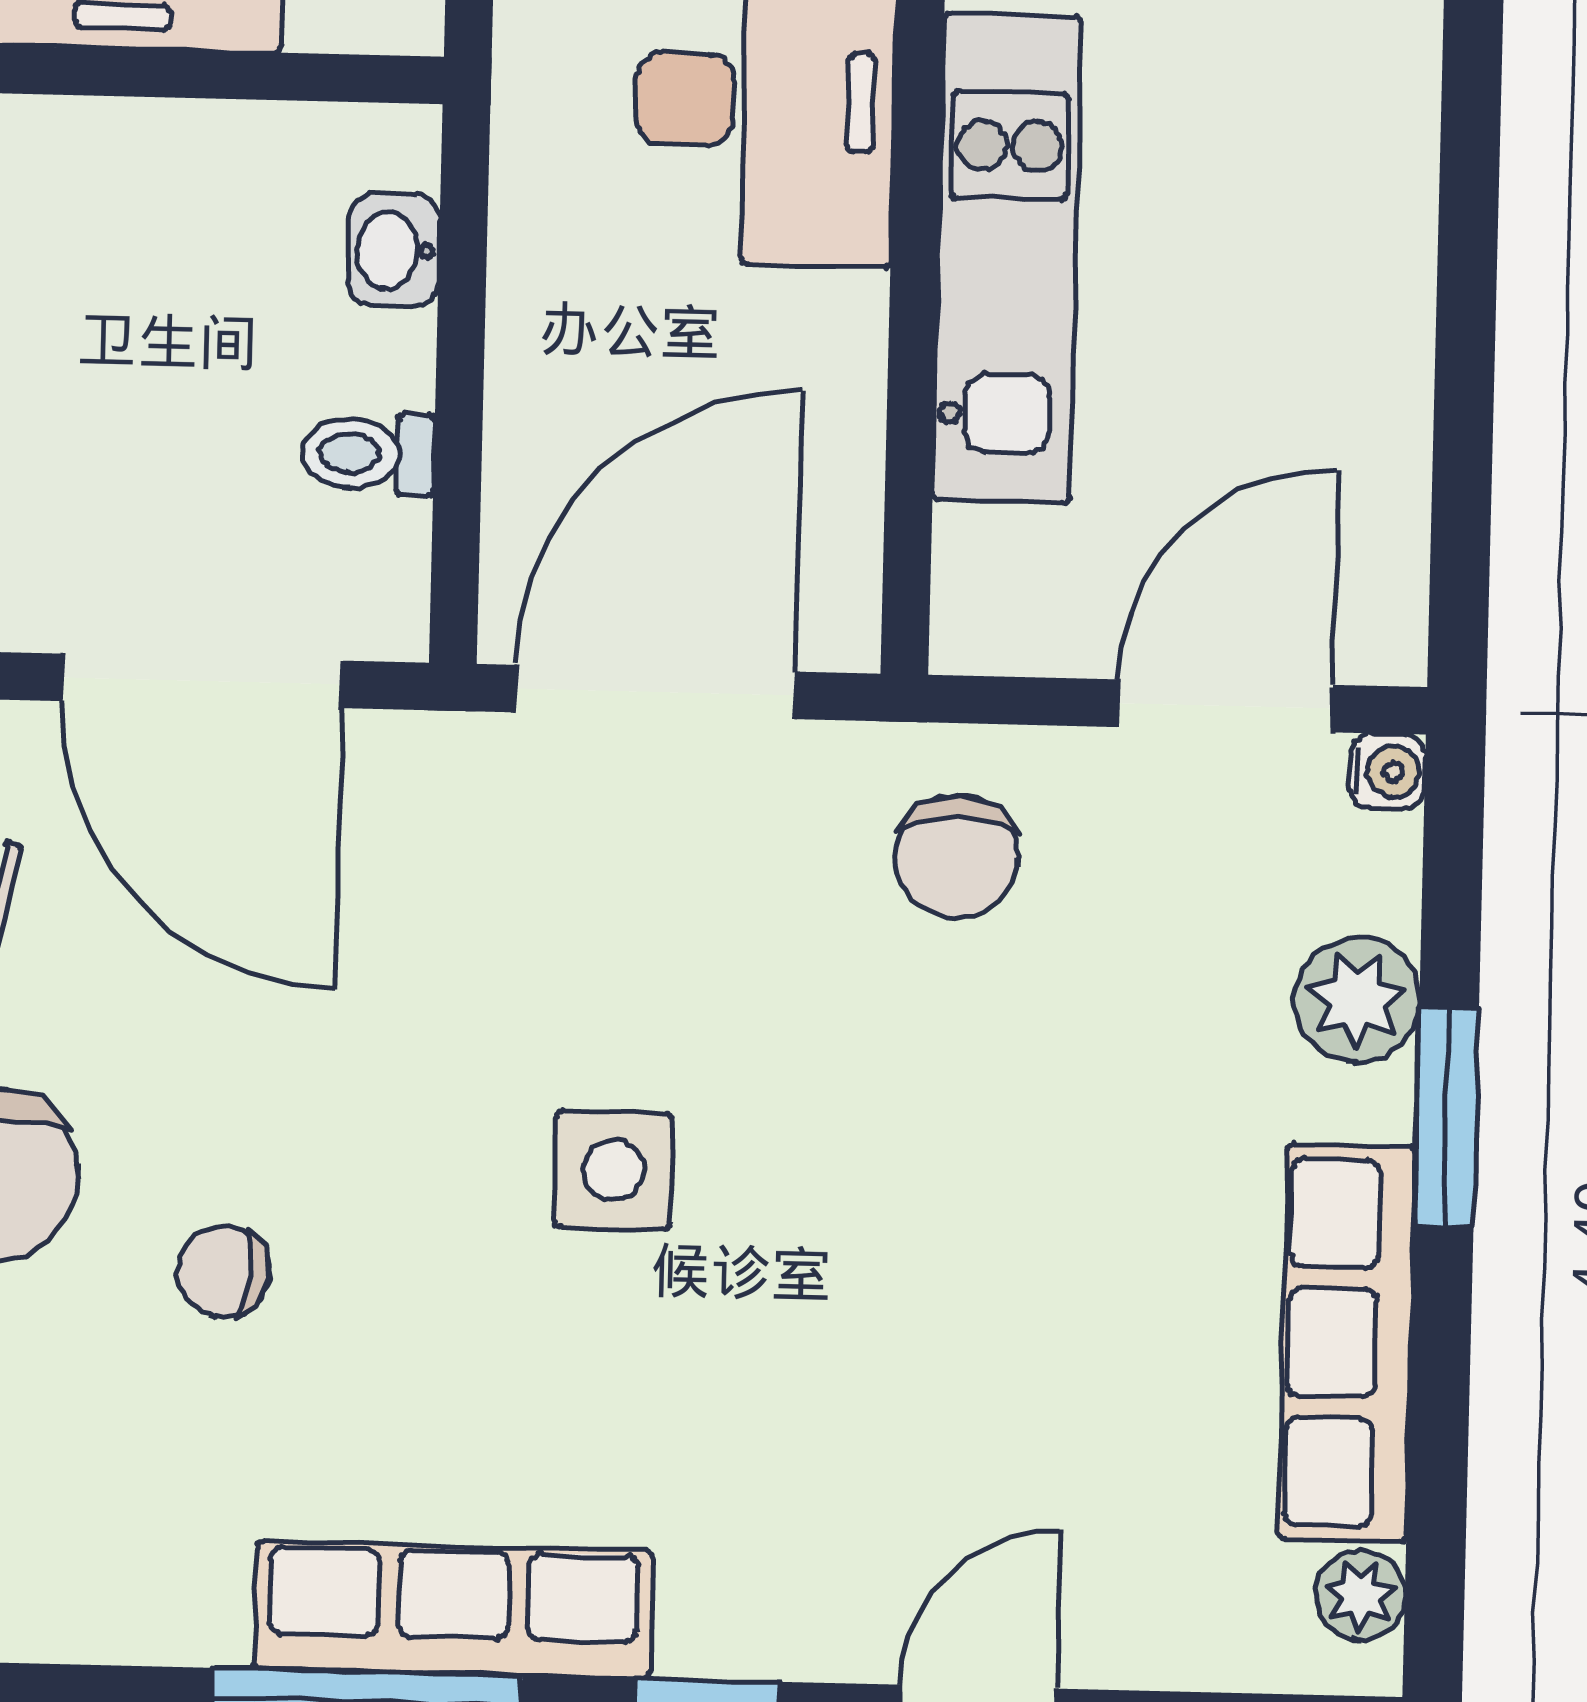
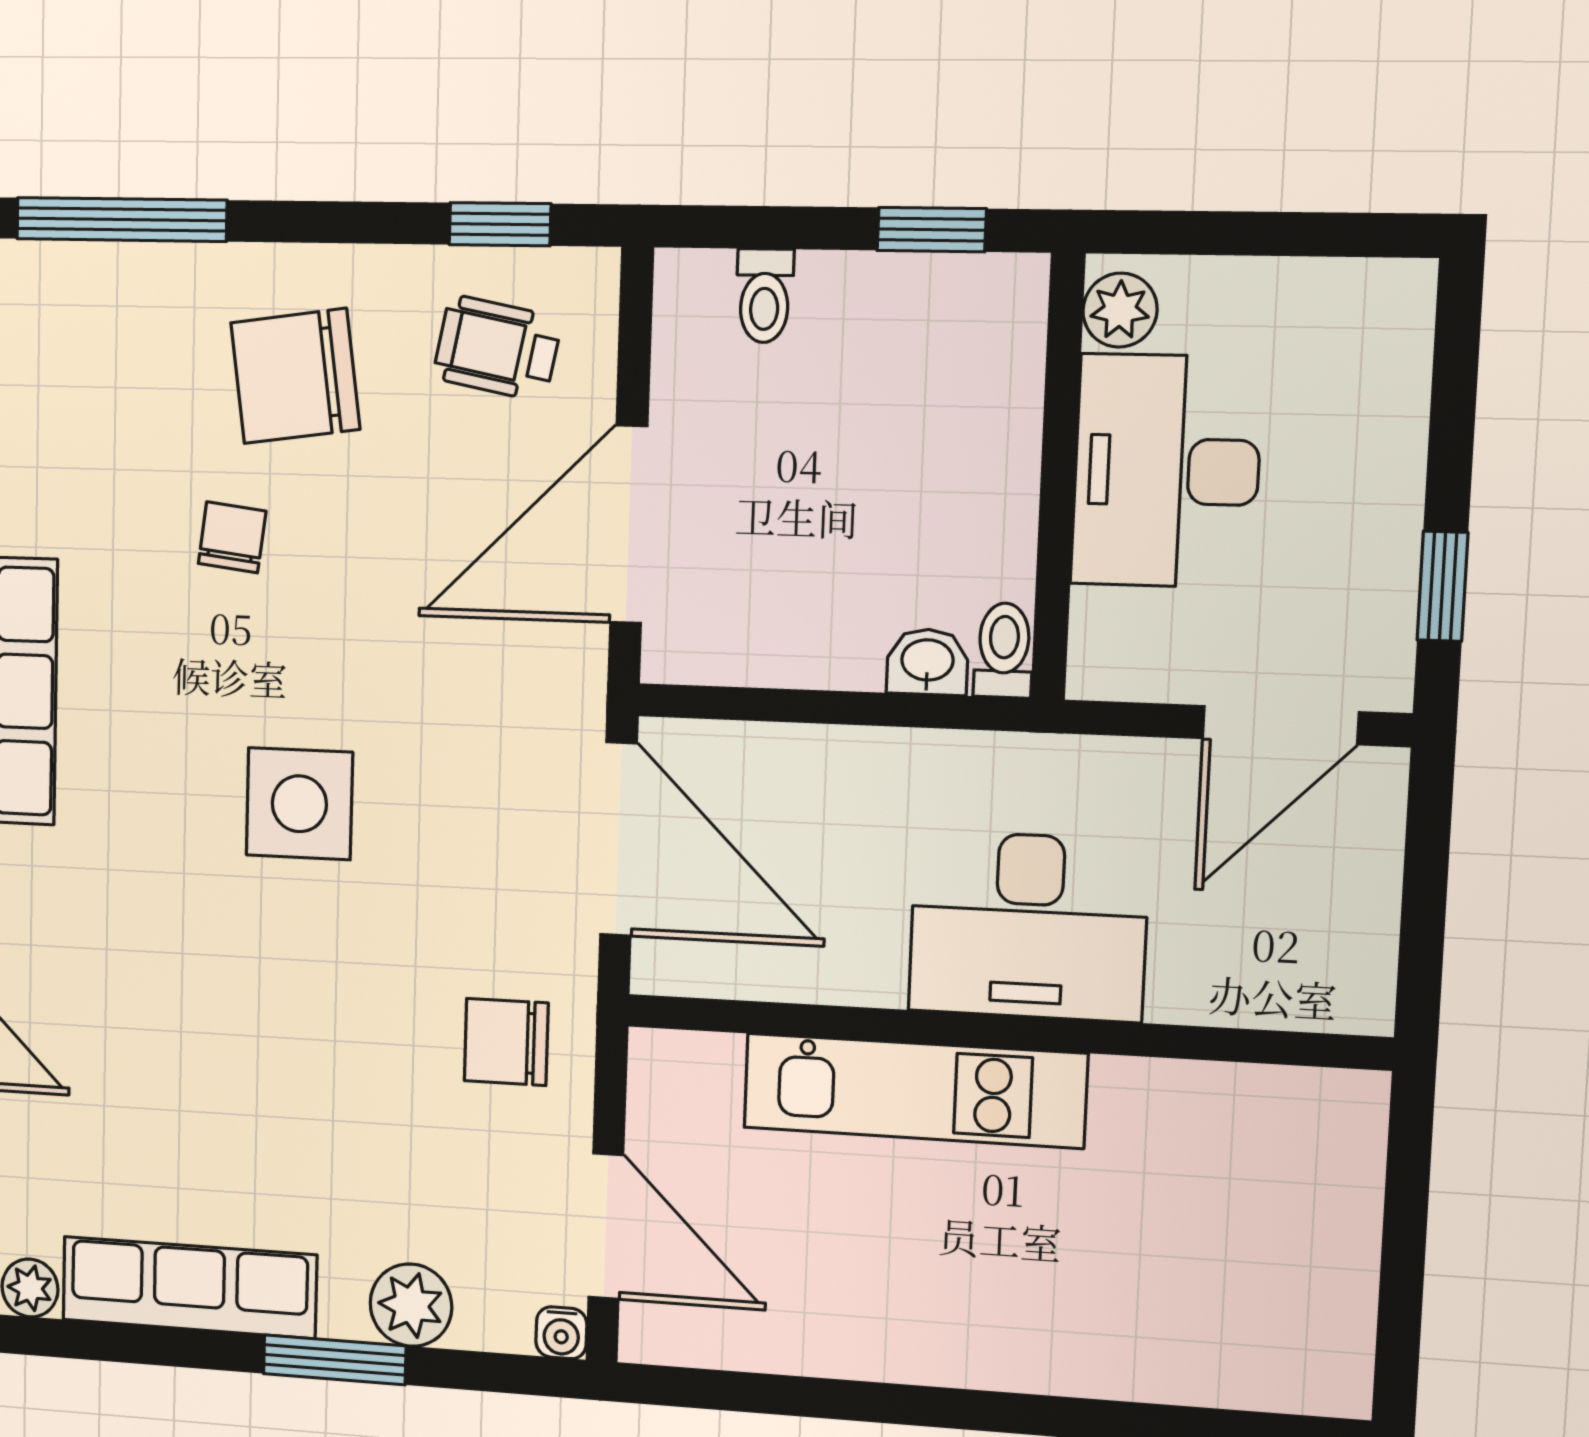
toilet: (368, 454) -> (1004, 650), moved
side table: (613, 1170) -> (299, 804), width x1.37, depth x1.37

